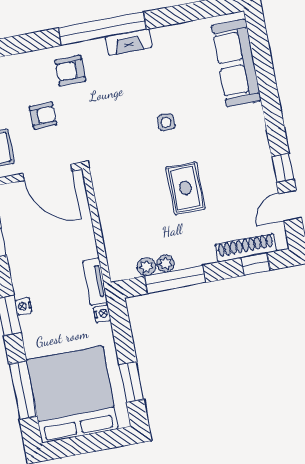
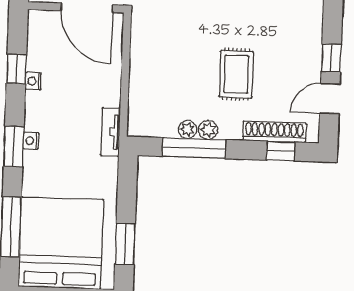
rug: (186, 188) -> (236, 74), moved
plant: (146, 267) -> (208, 130), moved
nightstand: (102, 314) -> (33, 81), moved, turned 180

